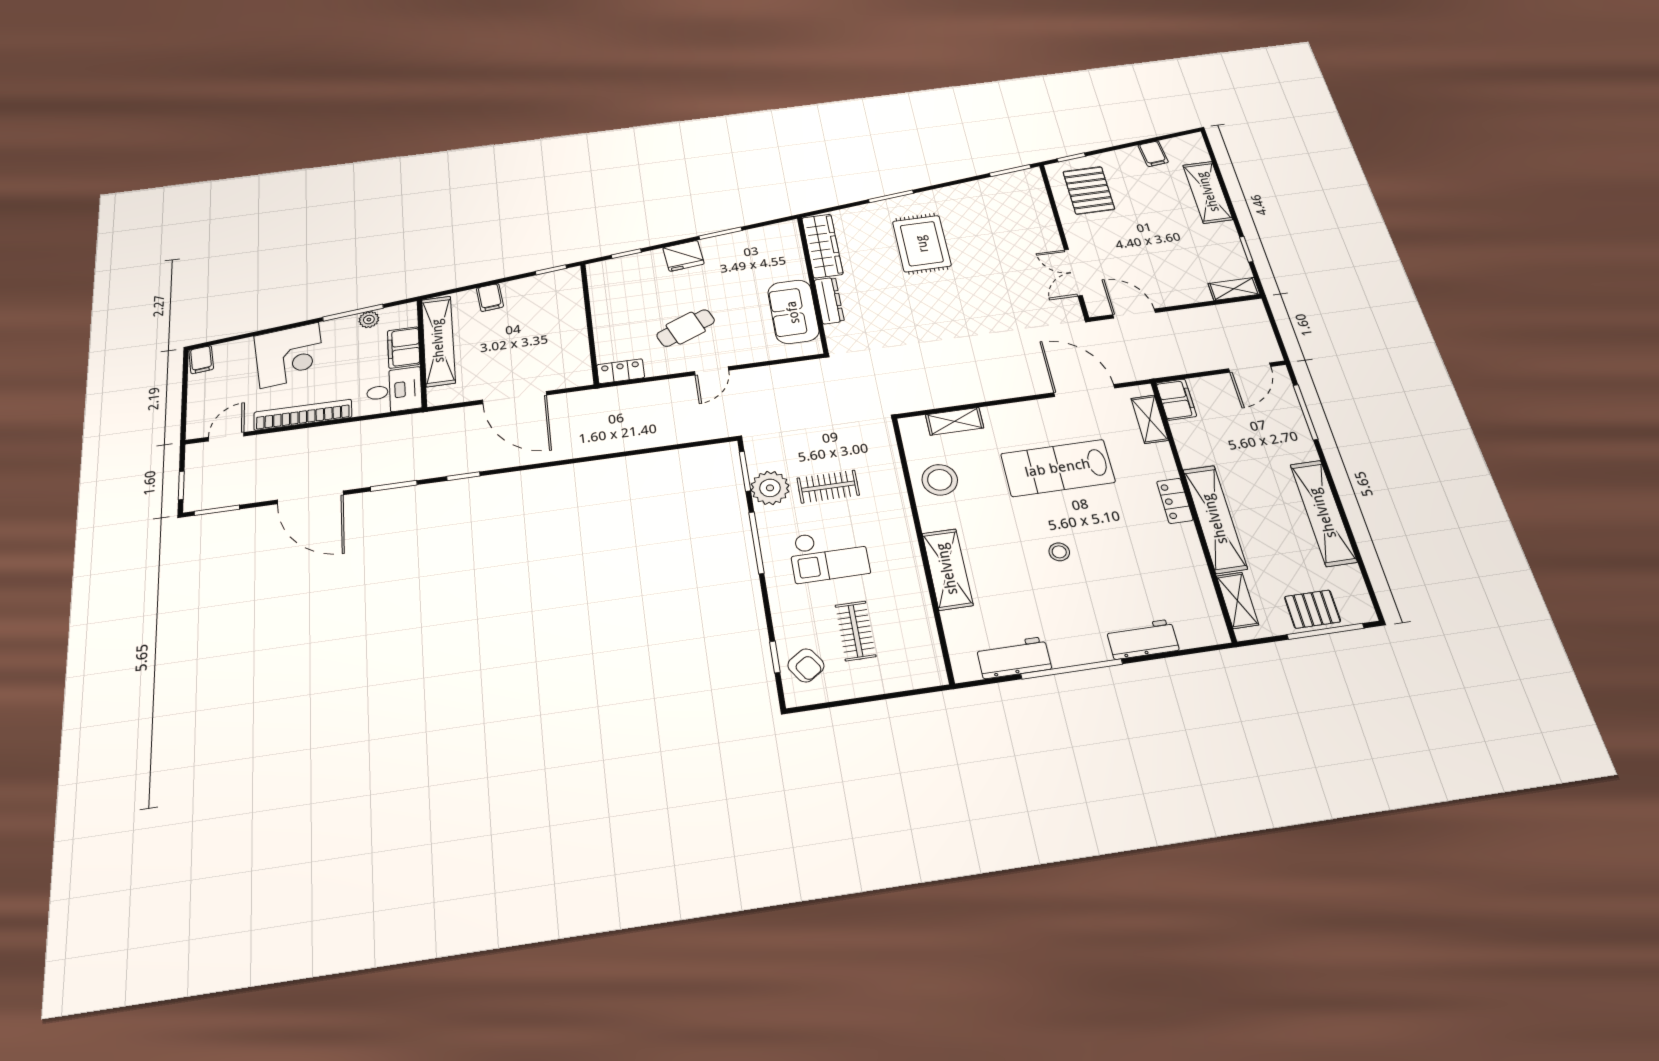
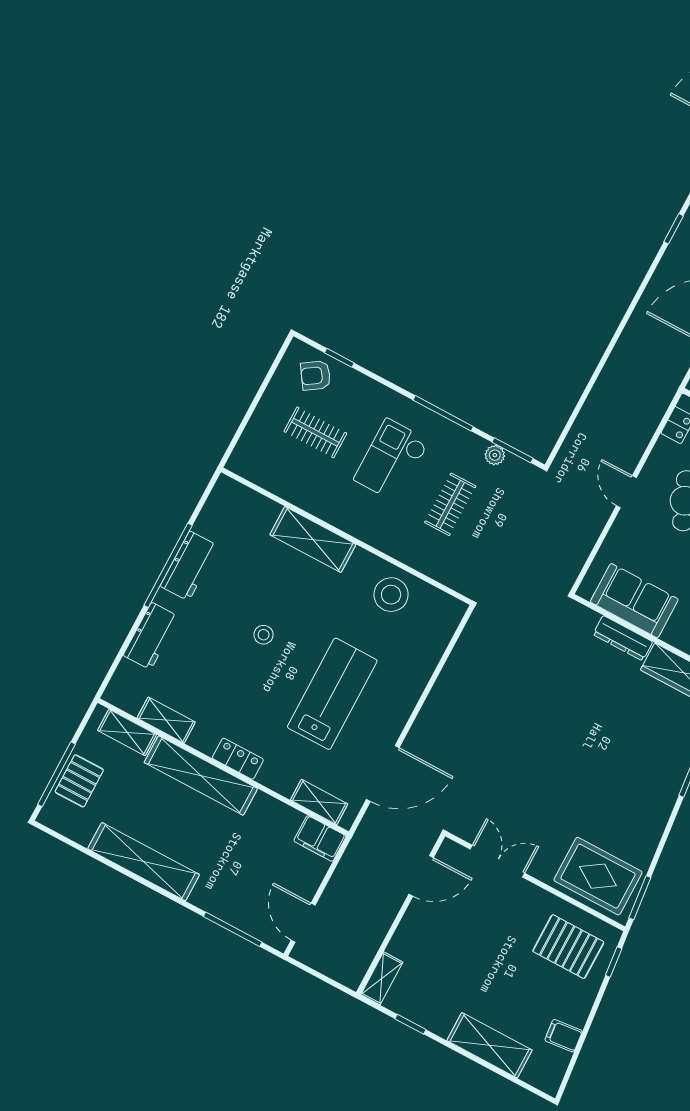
rug: (922, 244) -> (598, 876), moved
shelving: (955, 421) -> (166, 720), moved, turned 90
plant: (770, 488) -> (495, 455), width x0.53, depth x0.53
workbench: (1014, 658) -> (189, 566), moved

